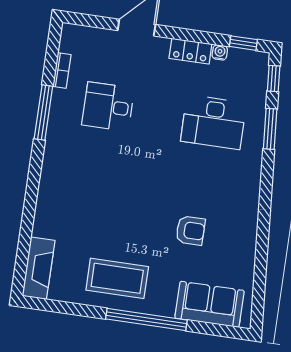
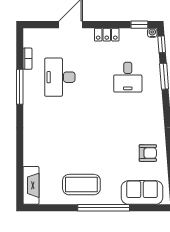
water cooler: (220, 52) -> (152, 33), moved
desk: (108, 107) -> (60, 77), width x1.37
desk: (213, 122) -> (128, 77), width x0.73
armchair: (190, 230) -> (148, 153), moved

